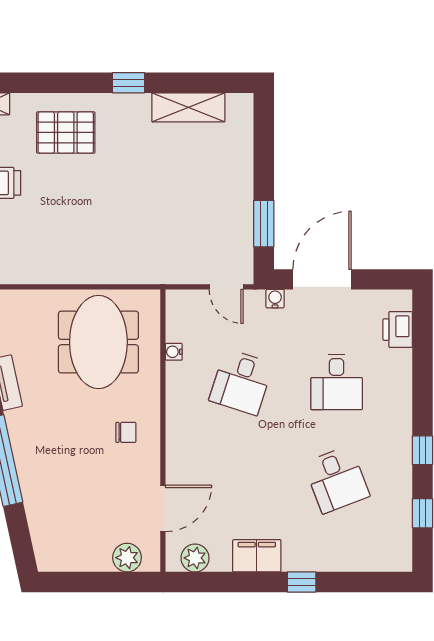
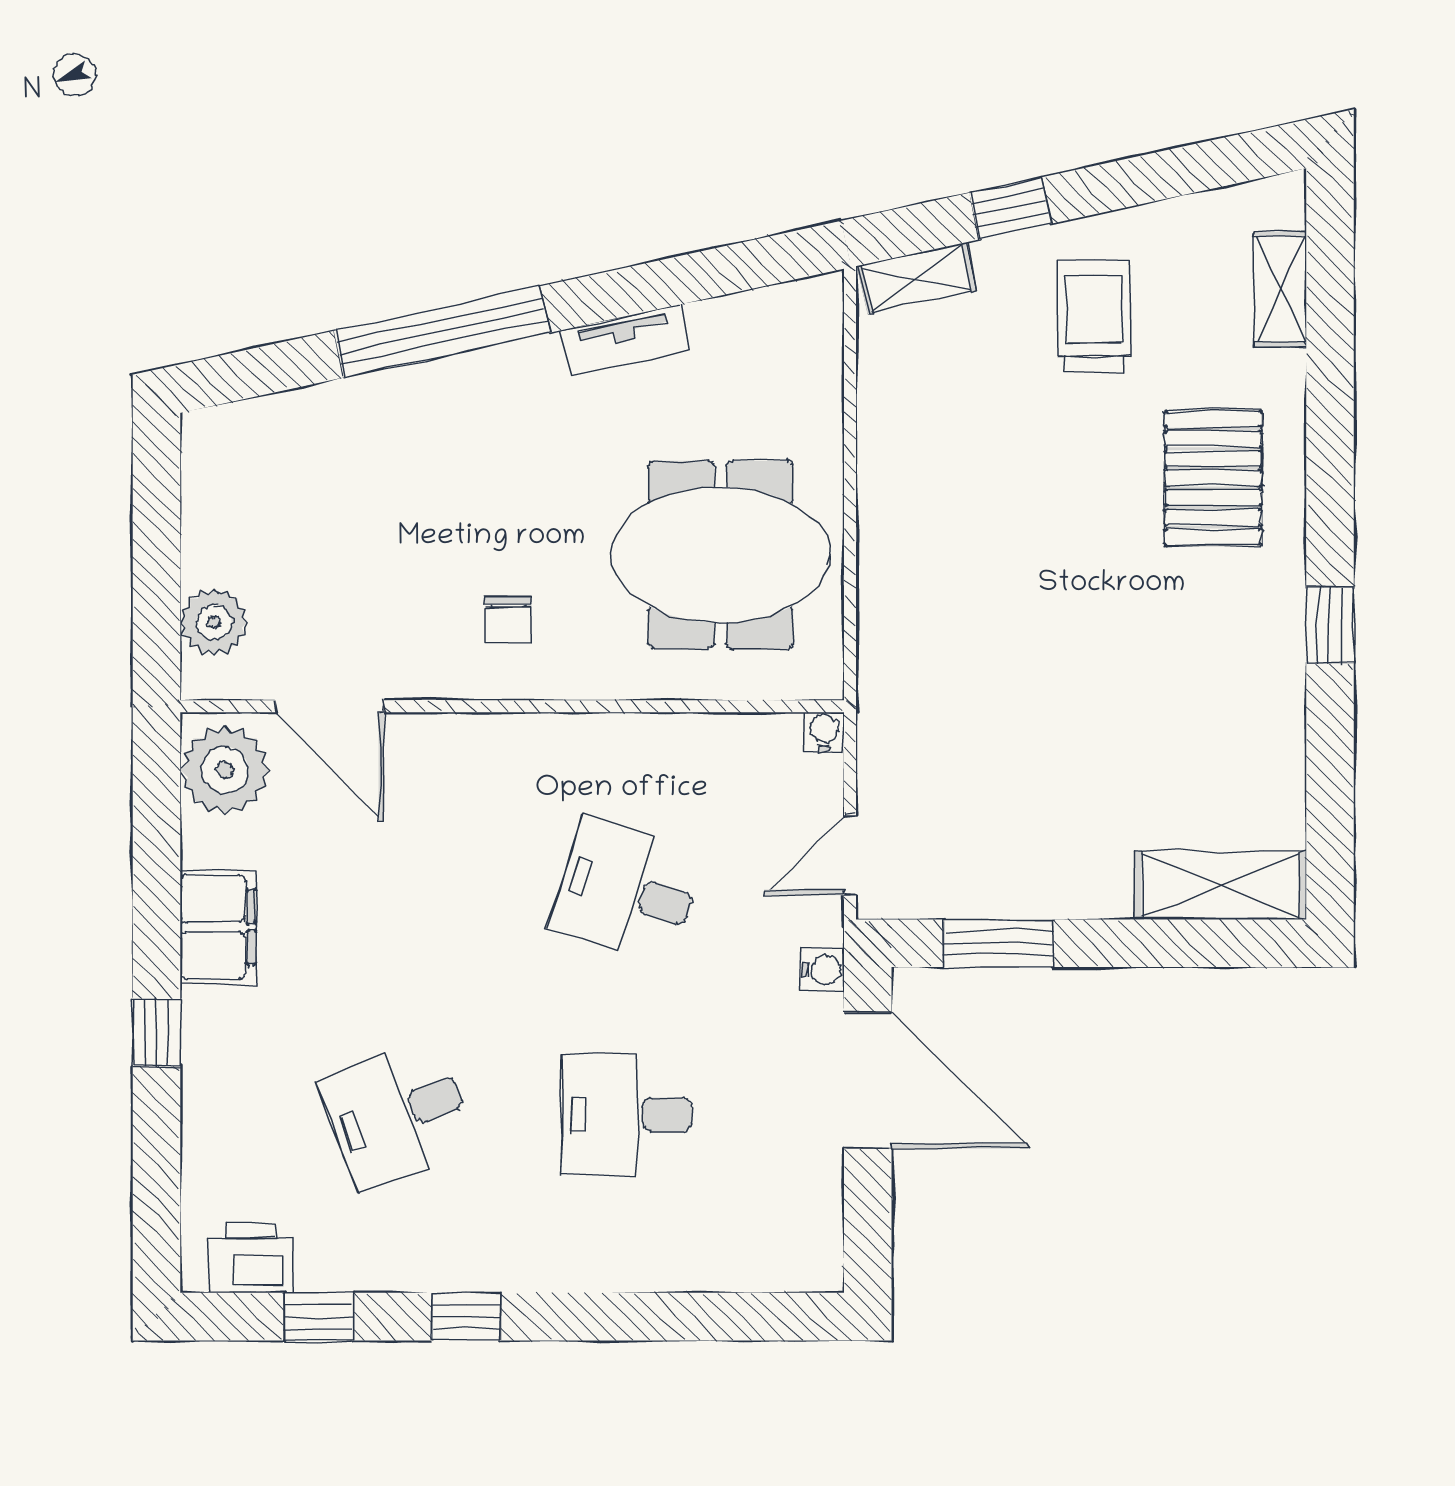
shelving: (188, 107) -> (1220, 885), moved, turned 90
printer: (398, 330) -> (251, 1258), moved
water cooler: (174, 352) -> (824, 732), moved
plant: (195, 558) -> (225, 770), width x1.36, depth x1.36

